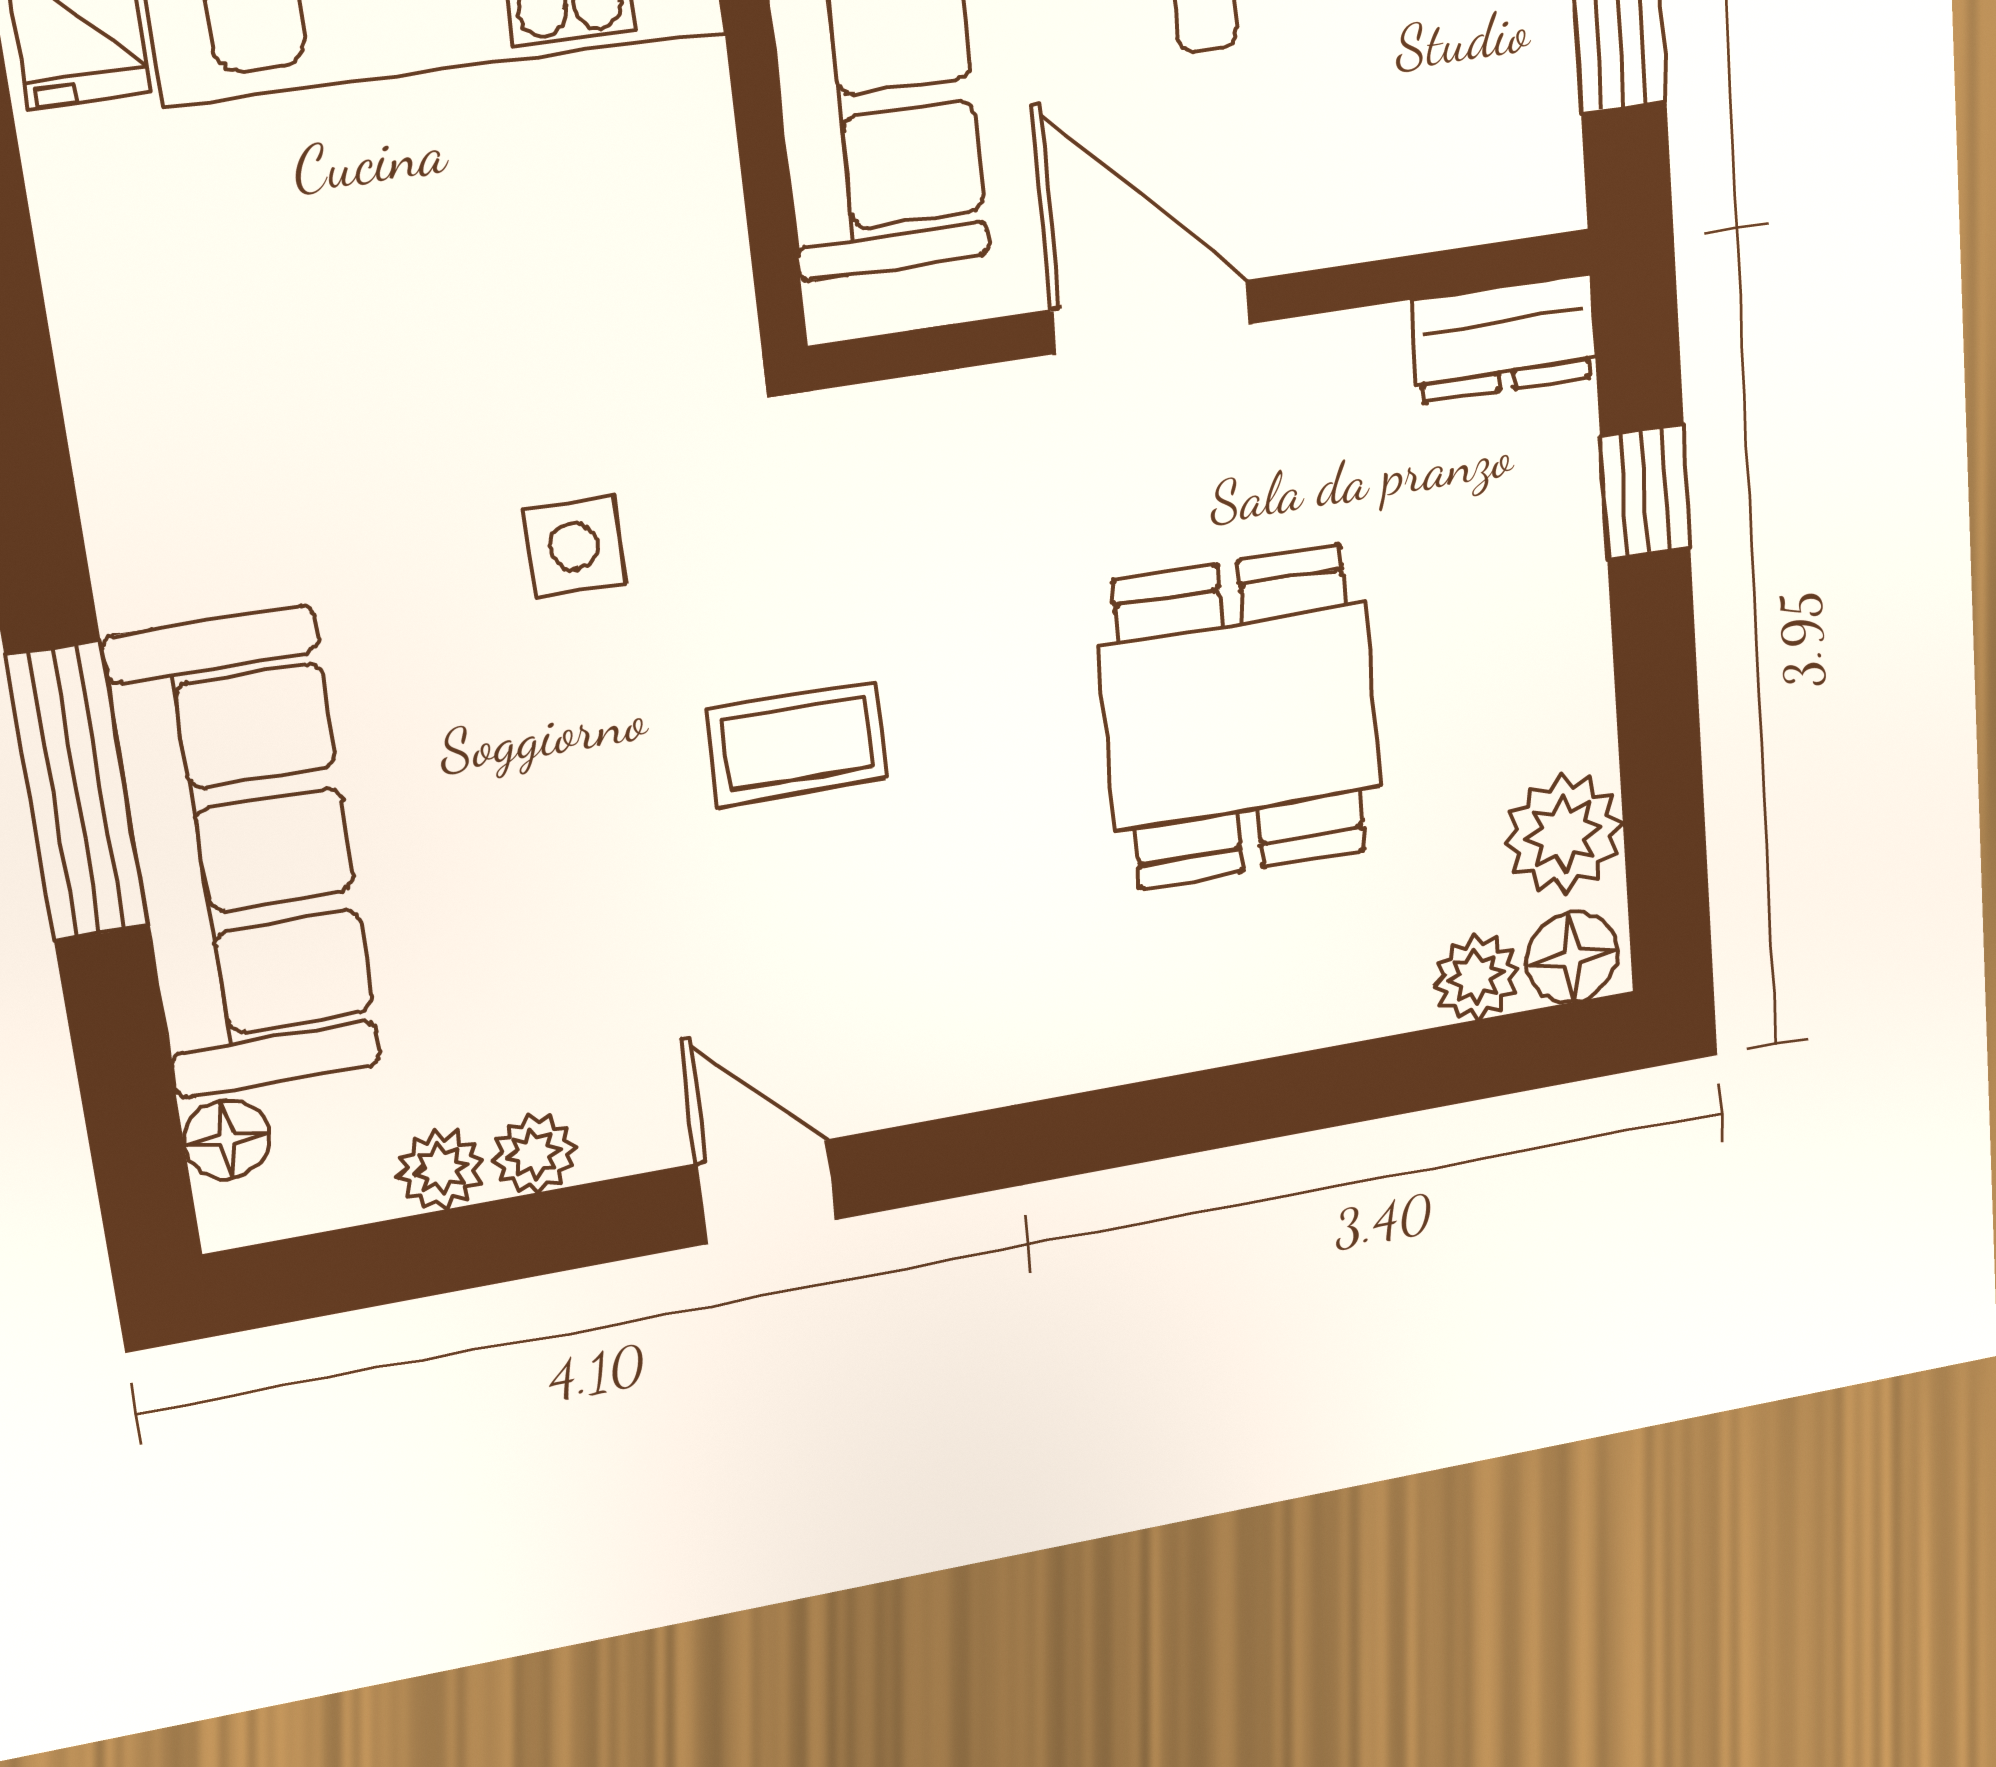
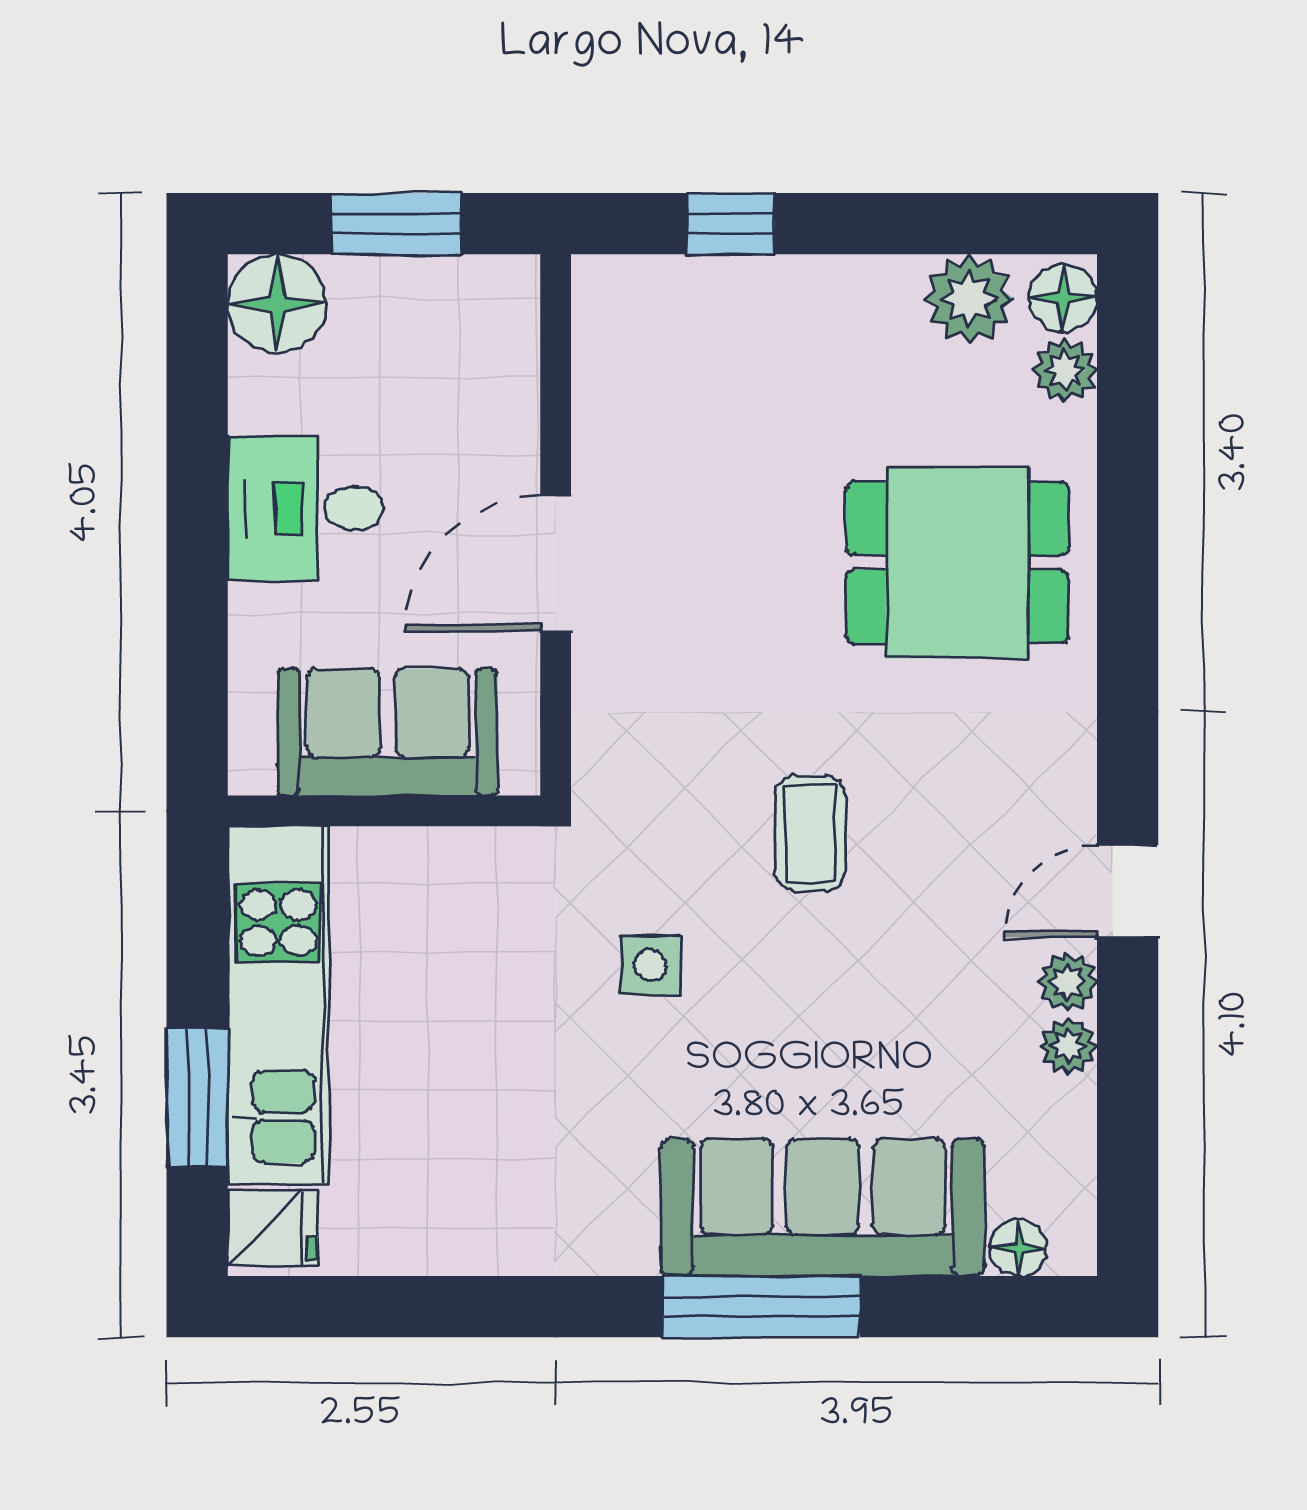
dresser: (1504, 338) -> (607, 319), removed
dining table: (1240, 718) -> (957, 563), moved
plant: (441, 1170) -> (1068, 982), moved

